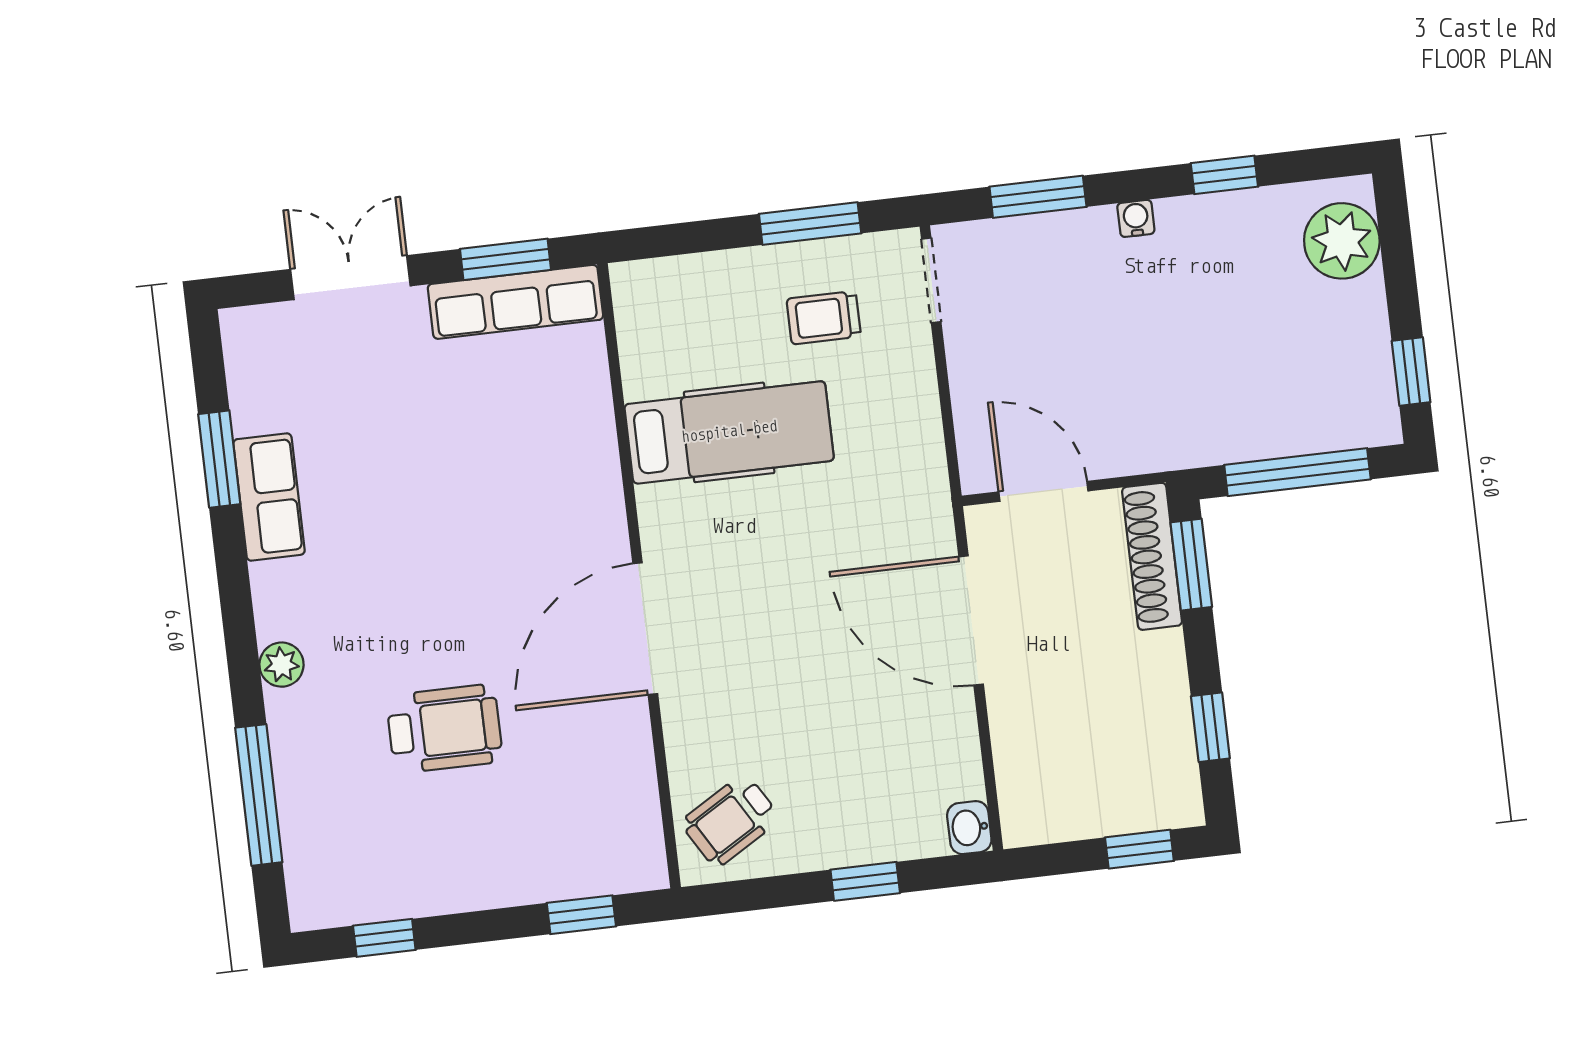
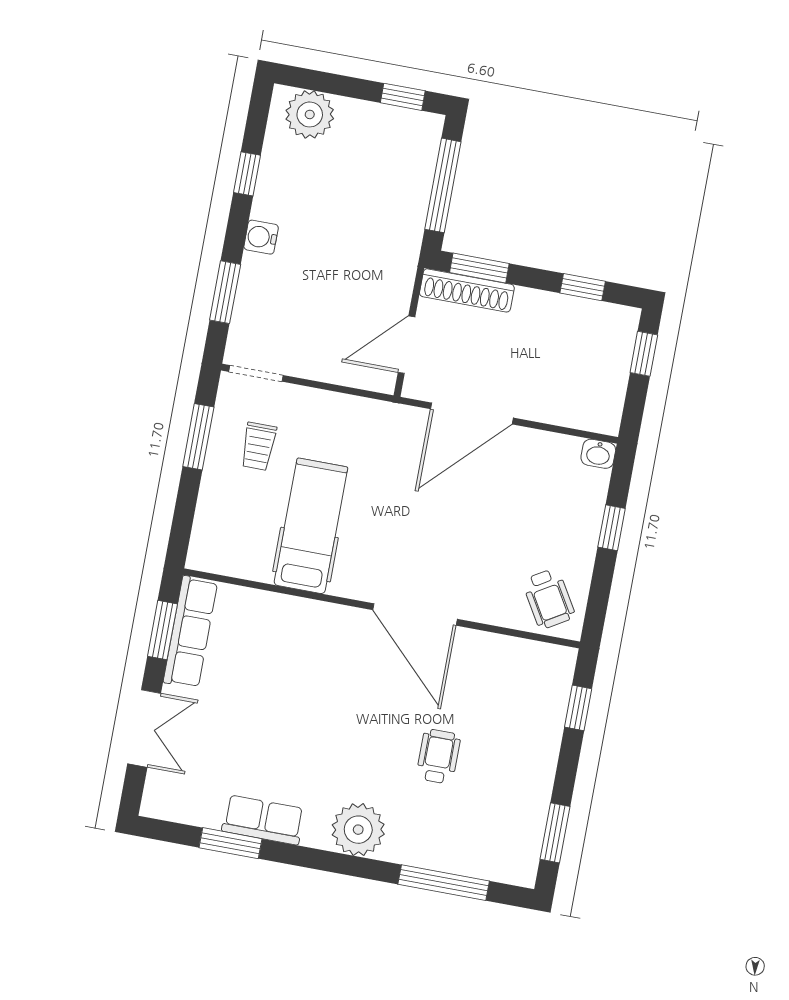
water cooler: (1136, 218) -> (261, 237), width x1.38, depth x1.38
double door: (350, 278) -> (144, 728), swing flipped
plant: (282, 665) -> (358, 830), width x1.88, depth x1.88
wheelchair: (444, 729) -> (438, 756), width x0.73, depth x0.73
window: (384, 938) -> (555, 833), width x1.50

